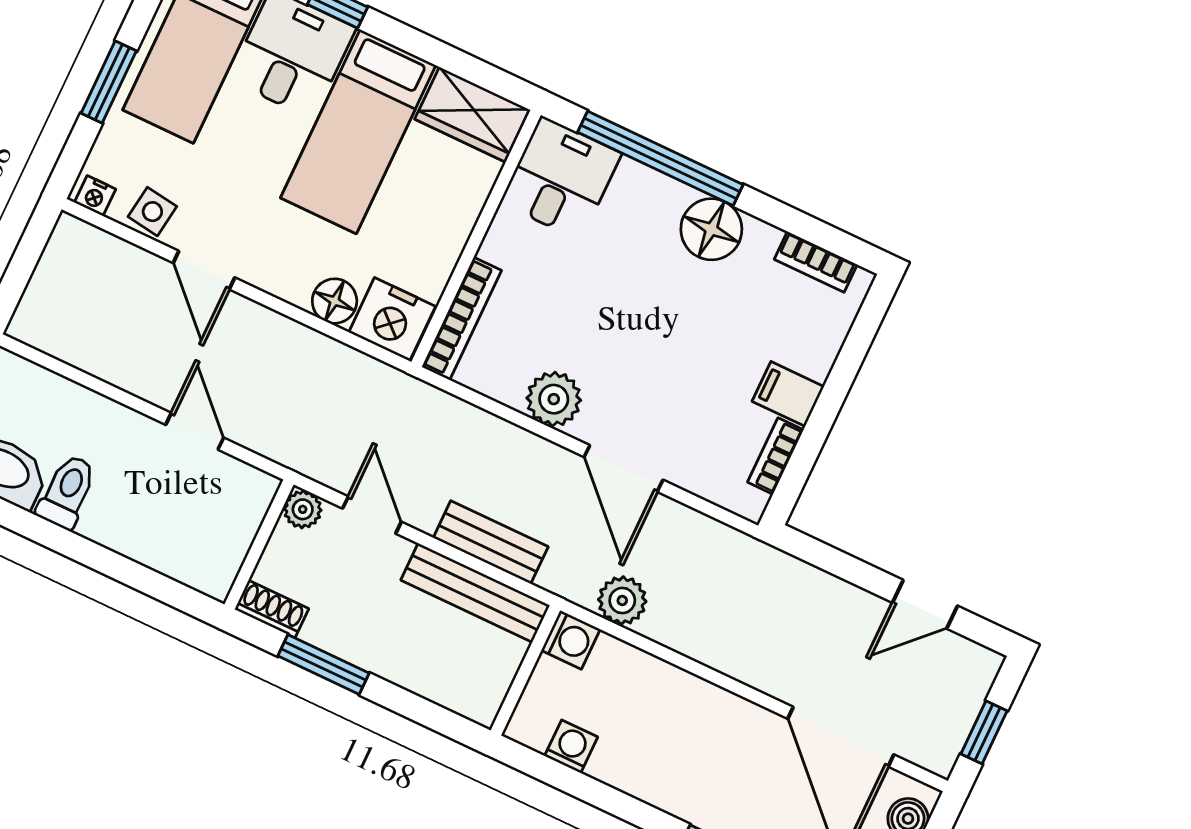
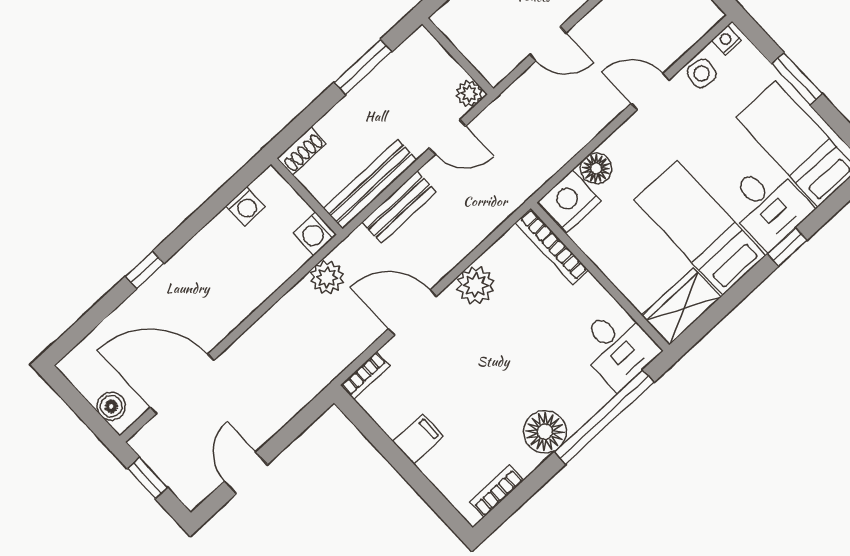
bookcase: (776, 456) -> (365, 375), moved, turned 90
shoe rack: (272, 609) -> (302, 151), moved

